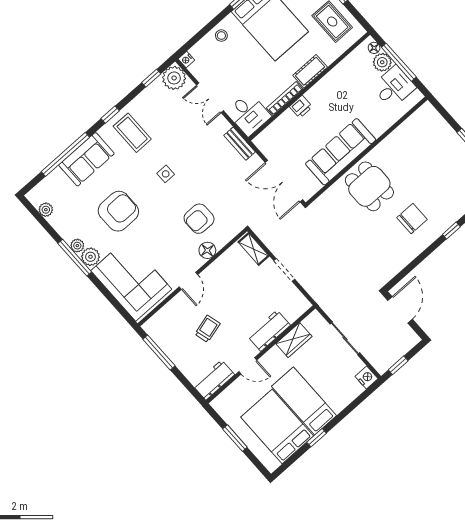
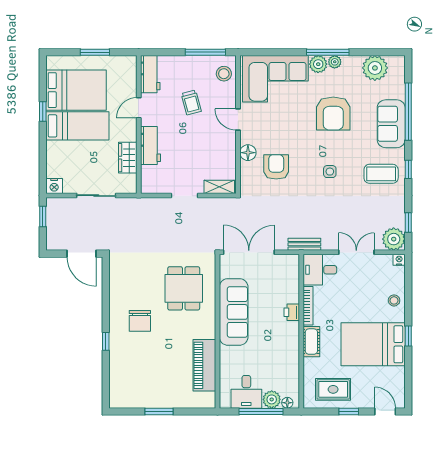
piano: (402, 138) -> (204, 365), added
dining table: (369, 186) -> (184, 288), moved, turned 90
plant: (46, 210) -> (375, 68), width x1.87, depth x1.87
stool: (163, 323) -> (224, 74), added

